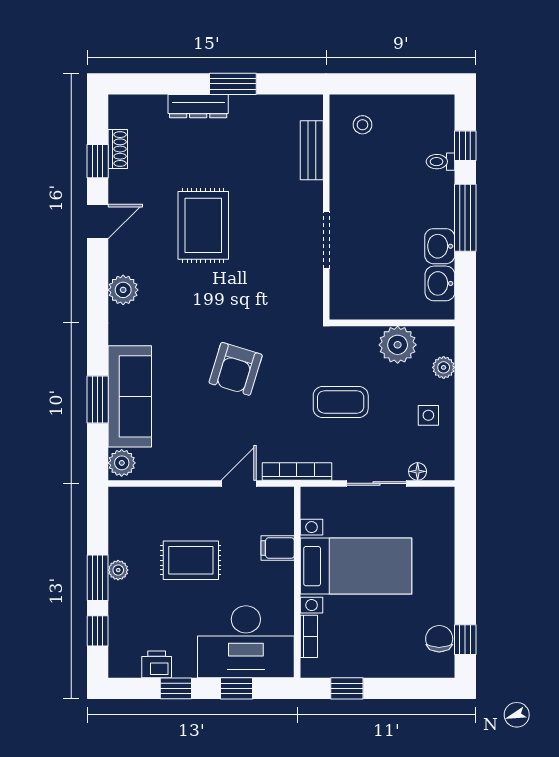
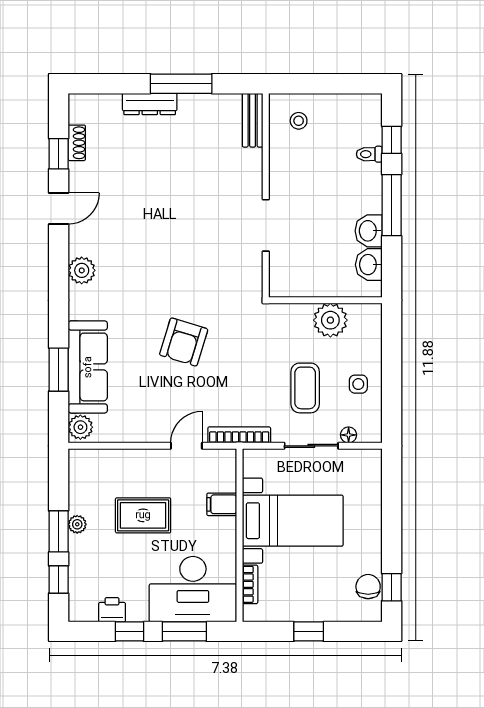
window: (233, 84) -> (181, 84), width x1.44
bench: (312, 150) -> (253, 120), moved
rug: (203, 225) -> (154, 212), removed
plant: (444, 367) -> (372, 341), removed
coffee table: (341, 402) -> (305, 388), moved, turned 90
window: (236, 688) -> (184, 631), width x1.50
window: (347, 688) -> (309, 631), moved

